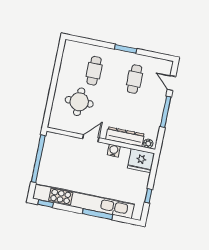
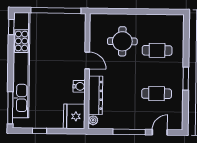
window: (98, 214) -> (10, 108), moved

